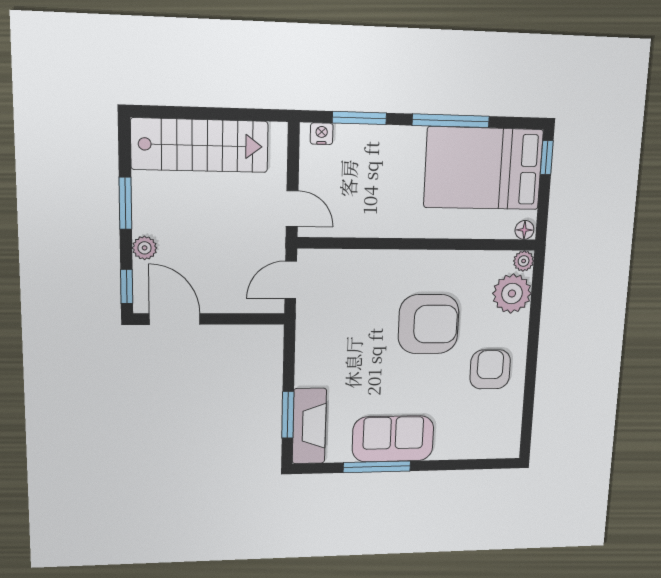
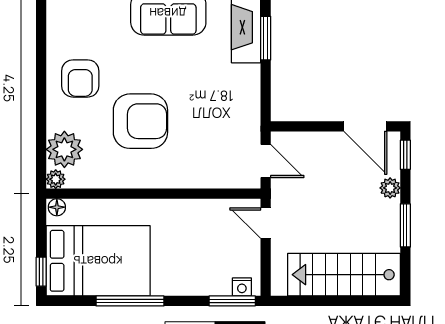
window: (360, 118) -> (232, 301), moved
door: (291, 280) -> (266, 161), hinge flipped
armchair: (428, 324) -> (140, 121), turned 180

